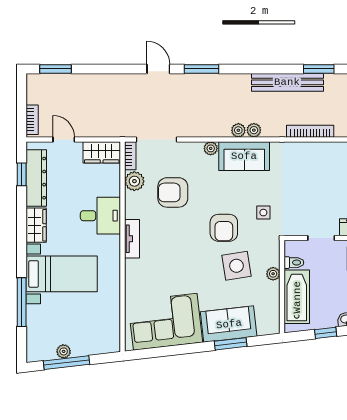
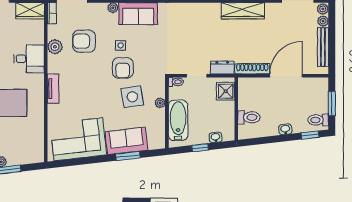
plant: (134, 181) -> (55, 47), moved
side table: (263, 213) -> (121, 45), moved
tv unit: (132, 239) -> (53, 89), moved
toilet: (294, 263) -> (176, 82), moved

